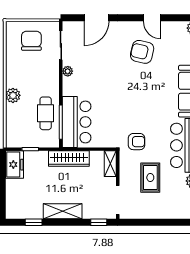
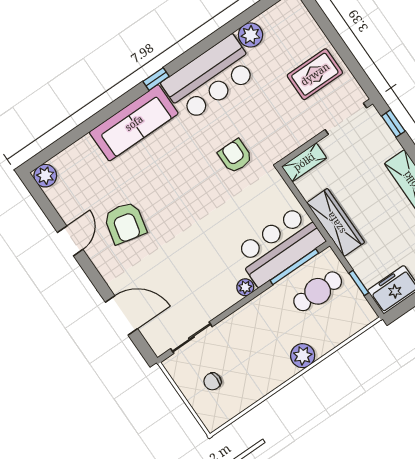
chair: (31, 41) -> (212, 381), width x0.54, depth x0.54
plant: (68, 71) -> (245, 287), moved
cafe table: (46, 113) -> (318, 291), moved
armchair: (137, 142) -> (235, 156), moved
rug: (150, 178) -> (315, 74), moved

